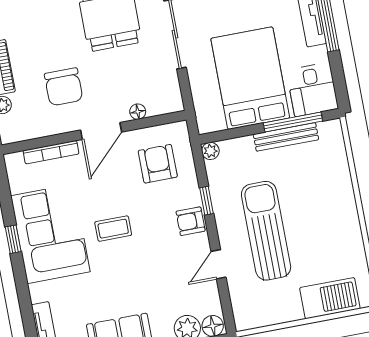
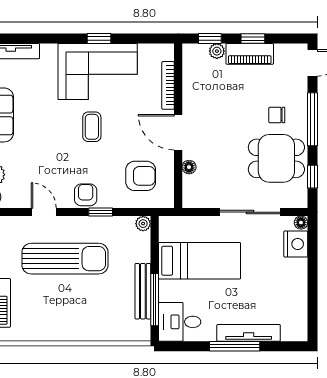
bed: (250, 78) -> (200, 261), width x0.67
chair: (64, 87) -> (277, 115), moved, width x0.54, depth x0.54

